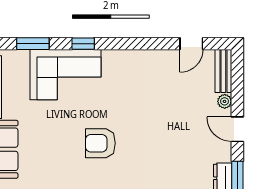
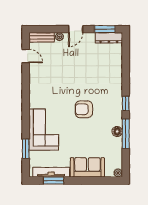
window: (83, 44) -> (26, 119), removed
armchair: (100, 143) -> (84, 109), turned 90

